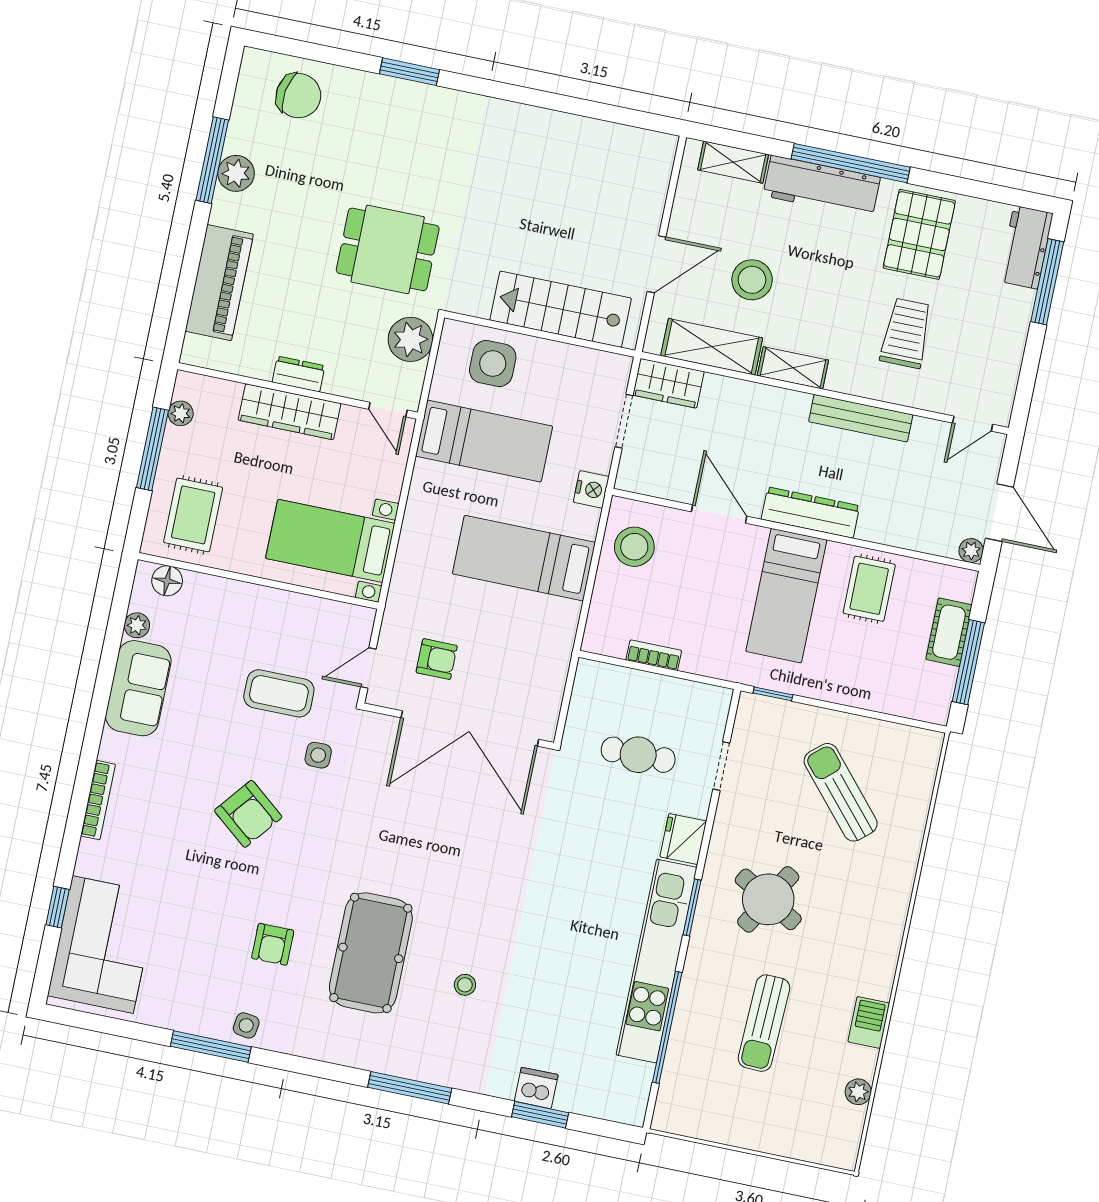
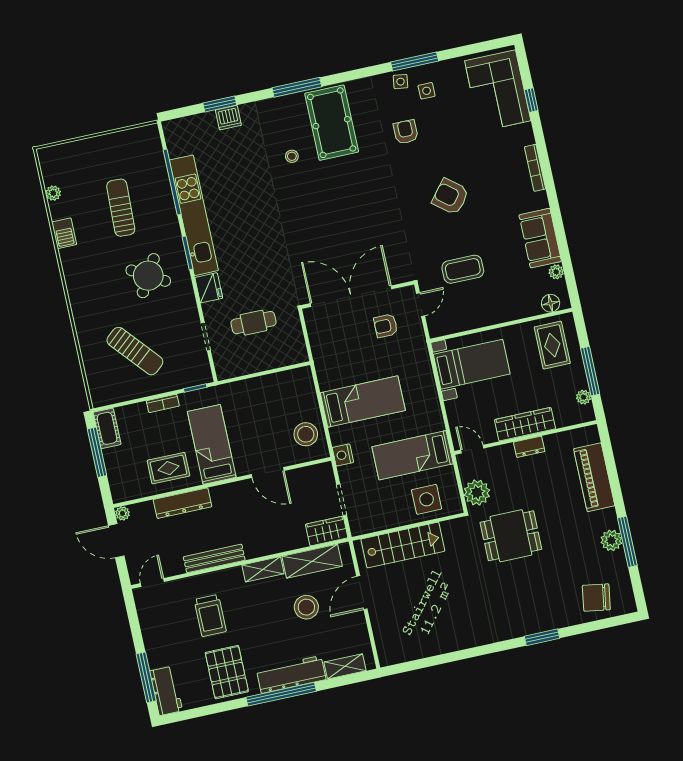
dresser: (810, 513) -> (182, 503), moved
rug: (869, 589) -> (168, 468), turned 90
cot: (949, 632) -> (107, 428), moved
bookcase: (654, 655) -> (163, 403), moved
side table: (318, 755) -> (427, 91), moved
pool table: (371, 953) -> (332, 123), moved

